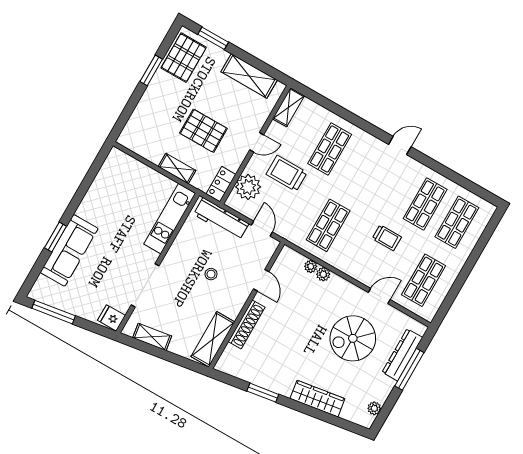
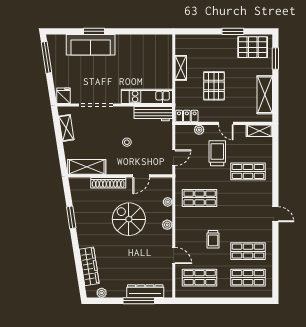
shelving: (177, 169) -> (181, 68), moved
plant: (248, 187) -> (199, 130), width x0.53, depth x0.53
workbench: (221, 219) -> (153, 114), moved, turned -90
plant: (323, 274) -> (167, 225), moved
spiral stairs: (353, 338) -> (129, 219), moved
wardrobe: (317, 399) -> (89, 266), moved

